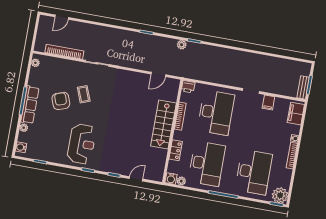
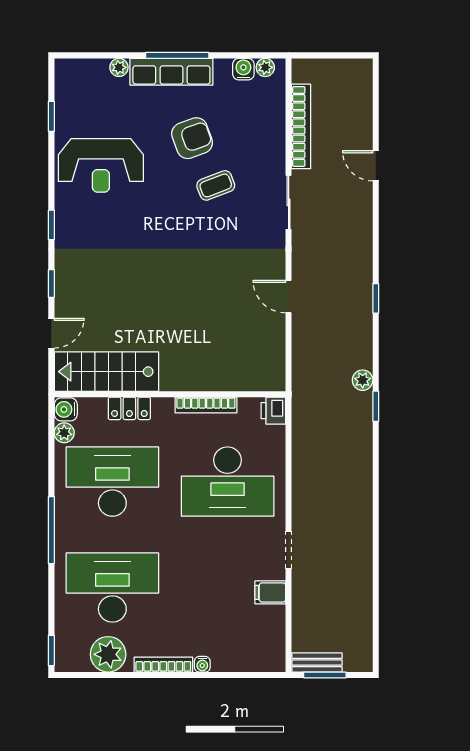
door: (62, 17) -> (376, 166), moved
door: (158, 74) -> (289, 297), moved
filing cabinet: (296, 114) -> (257, 657), removed
stairs: (163, 125) -> (106, 372), moved
reception desk: (82, 144) -> (101, 165), moved
water cooler: (21, 147) -> (243, 69), moved
desk: (207, 164) -> (112, 482), turned 180
desk: (254, 172) -> (112, 588), turned 180
door: (136, 179) -> (51, 333), hinge flipped
plant: (280, 195) -> (108, 654), moved

